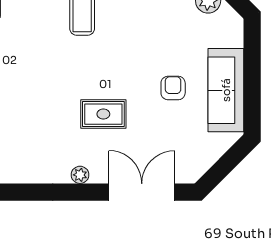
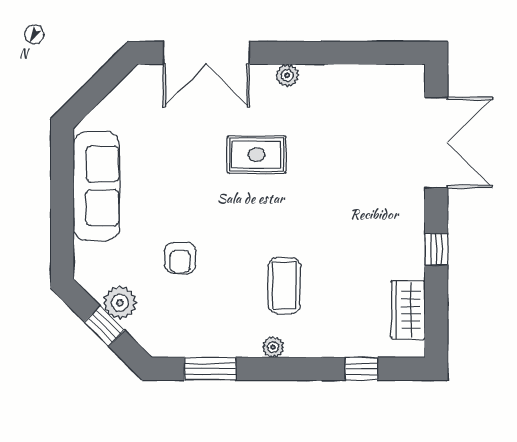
armchair: (173, 88) -> (180, 258), moved

